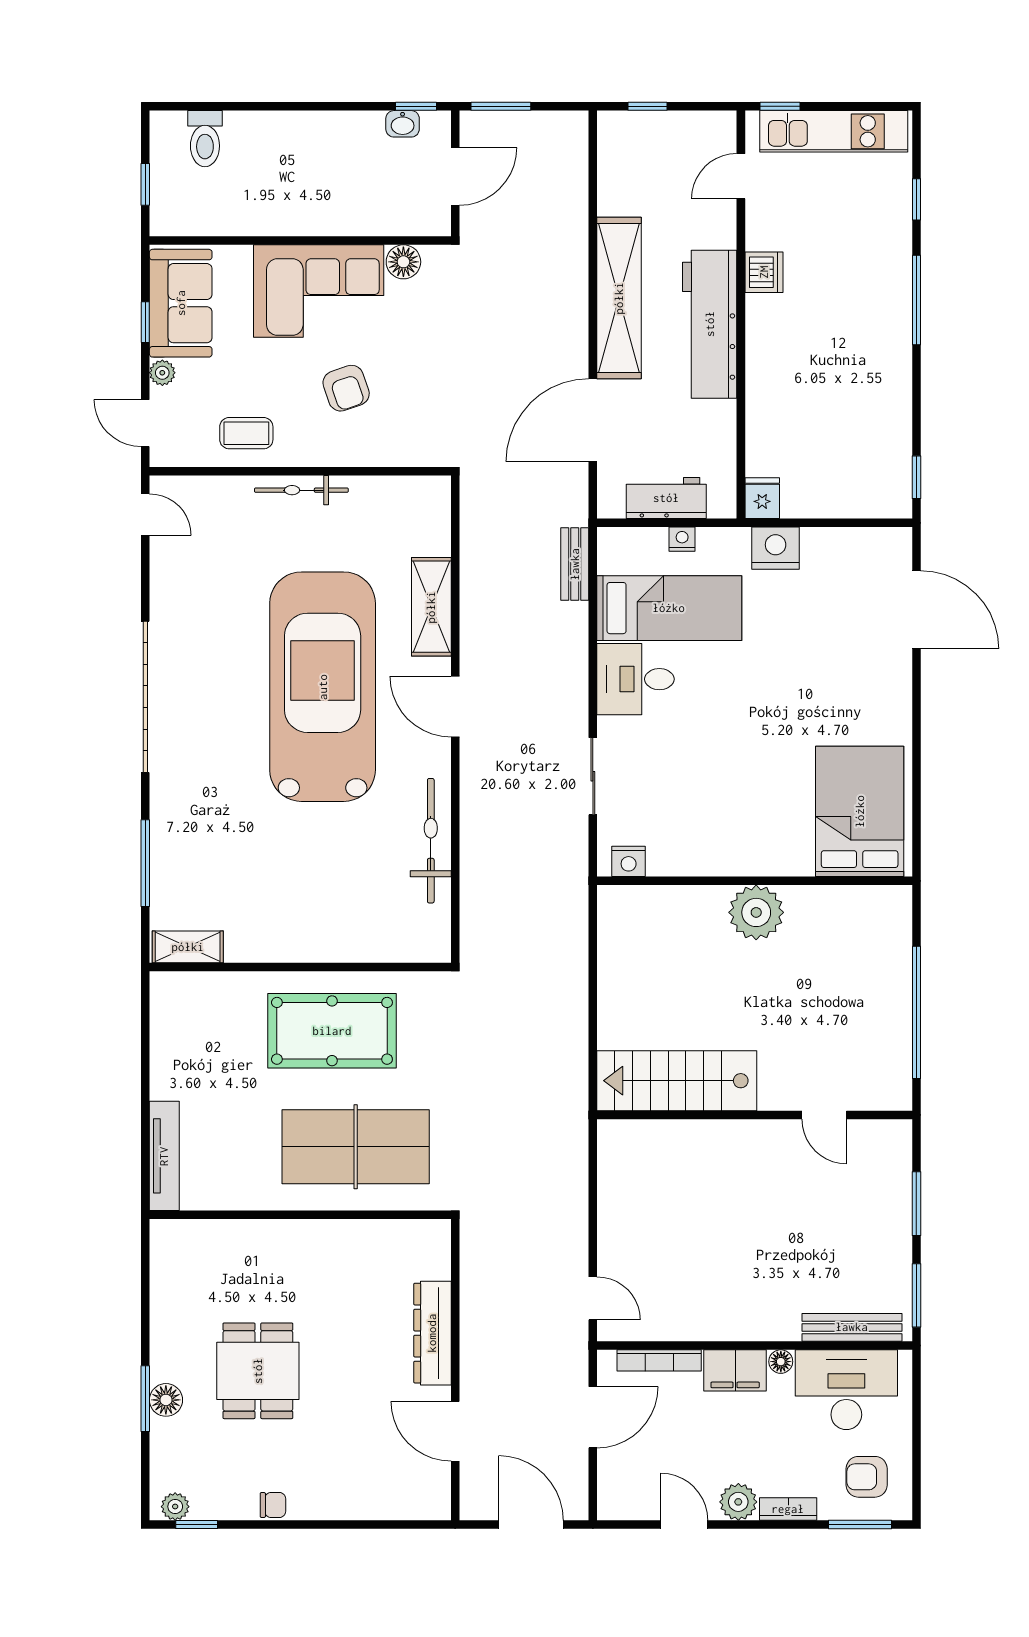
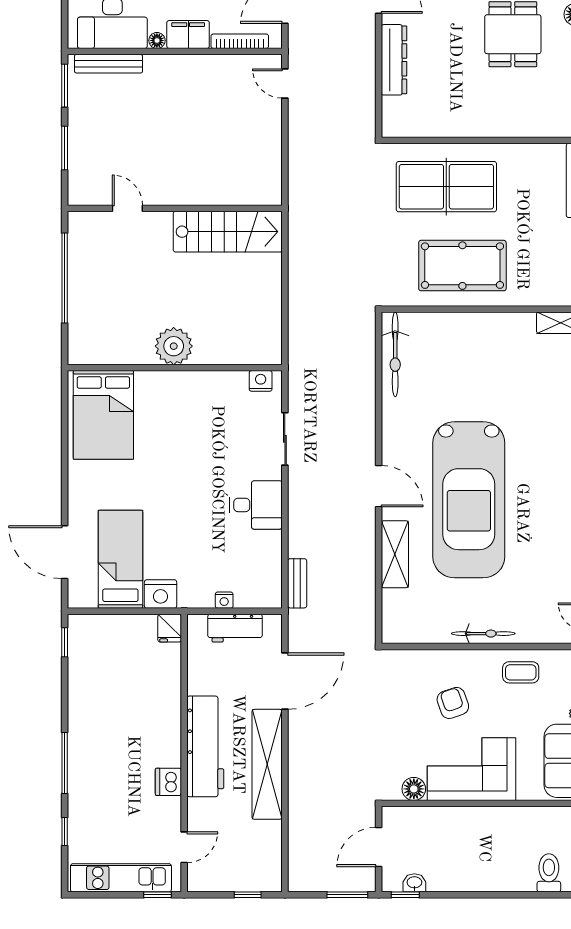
bed: (669, 608) -> (120, 559), moved, turned 90
bicycle: (431, 841) -> (395, 354), moved

